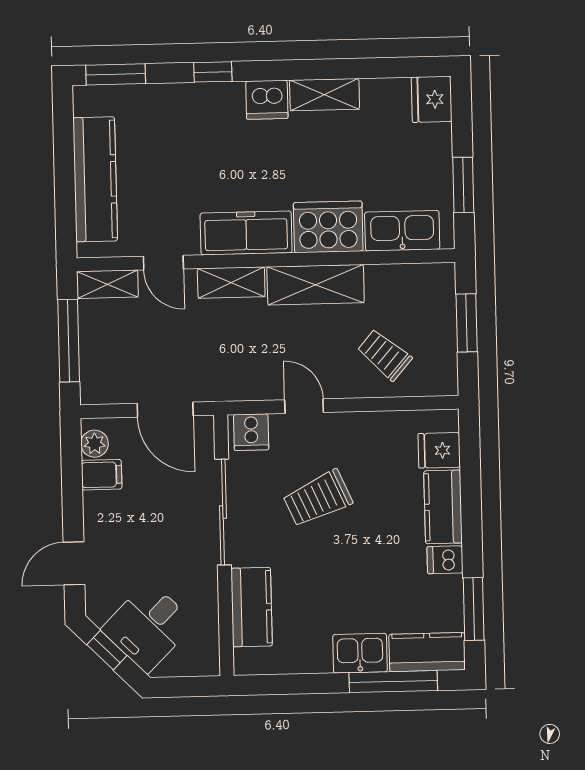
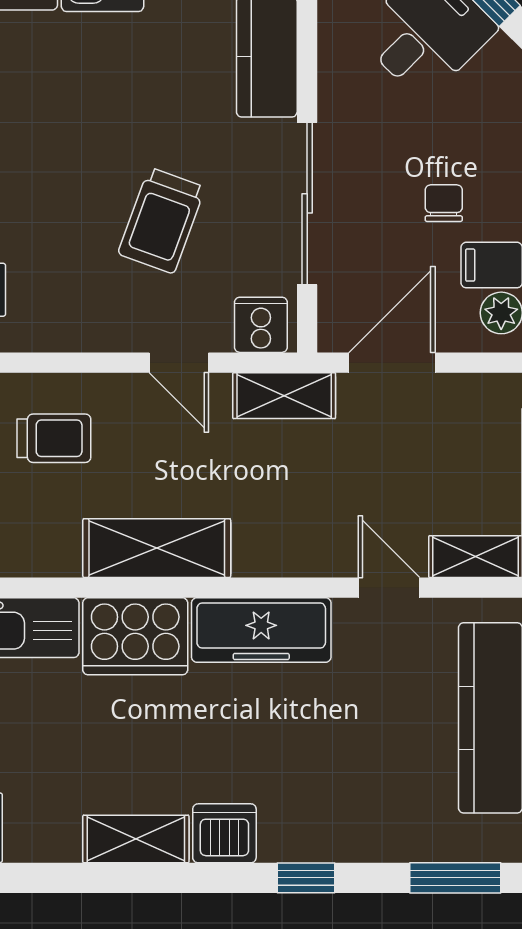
shelving: (231, 283) -> (284, 396), moved
trolley: (384, 355) -> (54, 438), turned -41
door: (165, 410) -> (392, 363), hinge flipped
trolley: (318, 498) -> (162, 221), turned 134
chair: (134, 514) -> (444, 203), added

